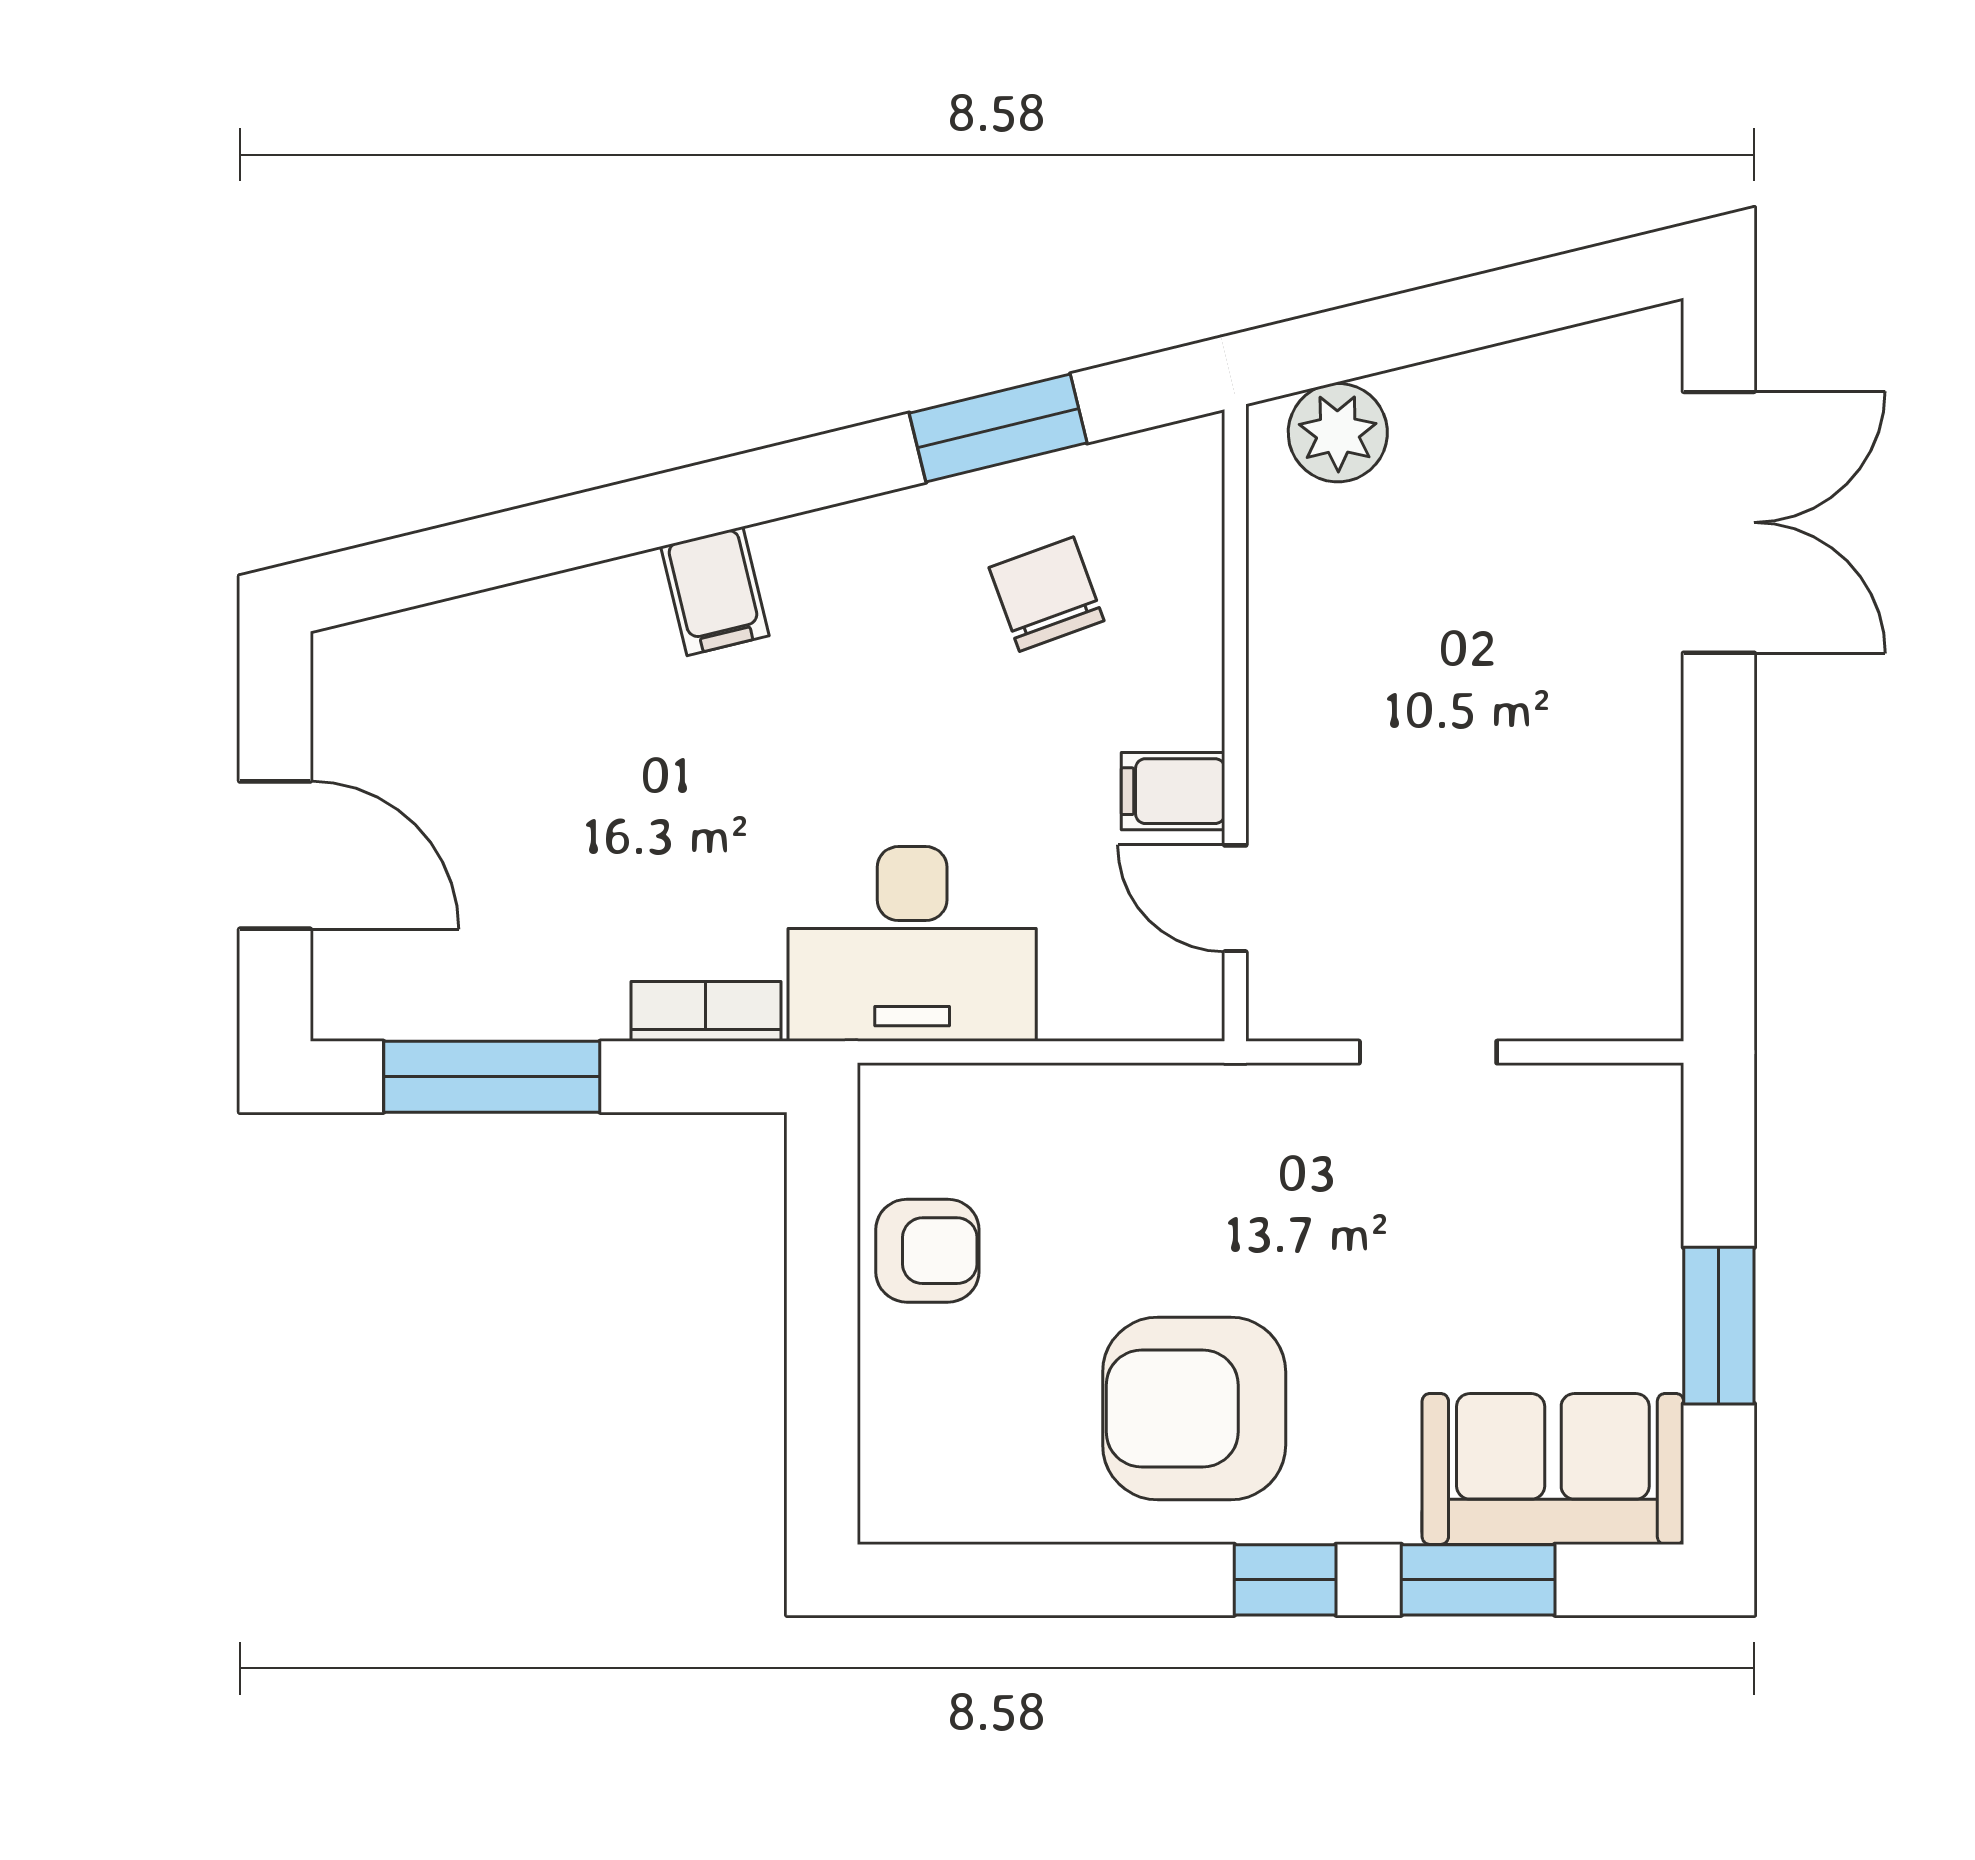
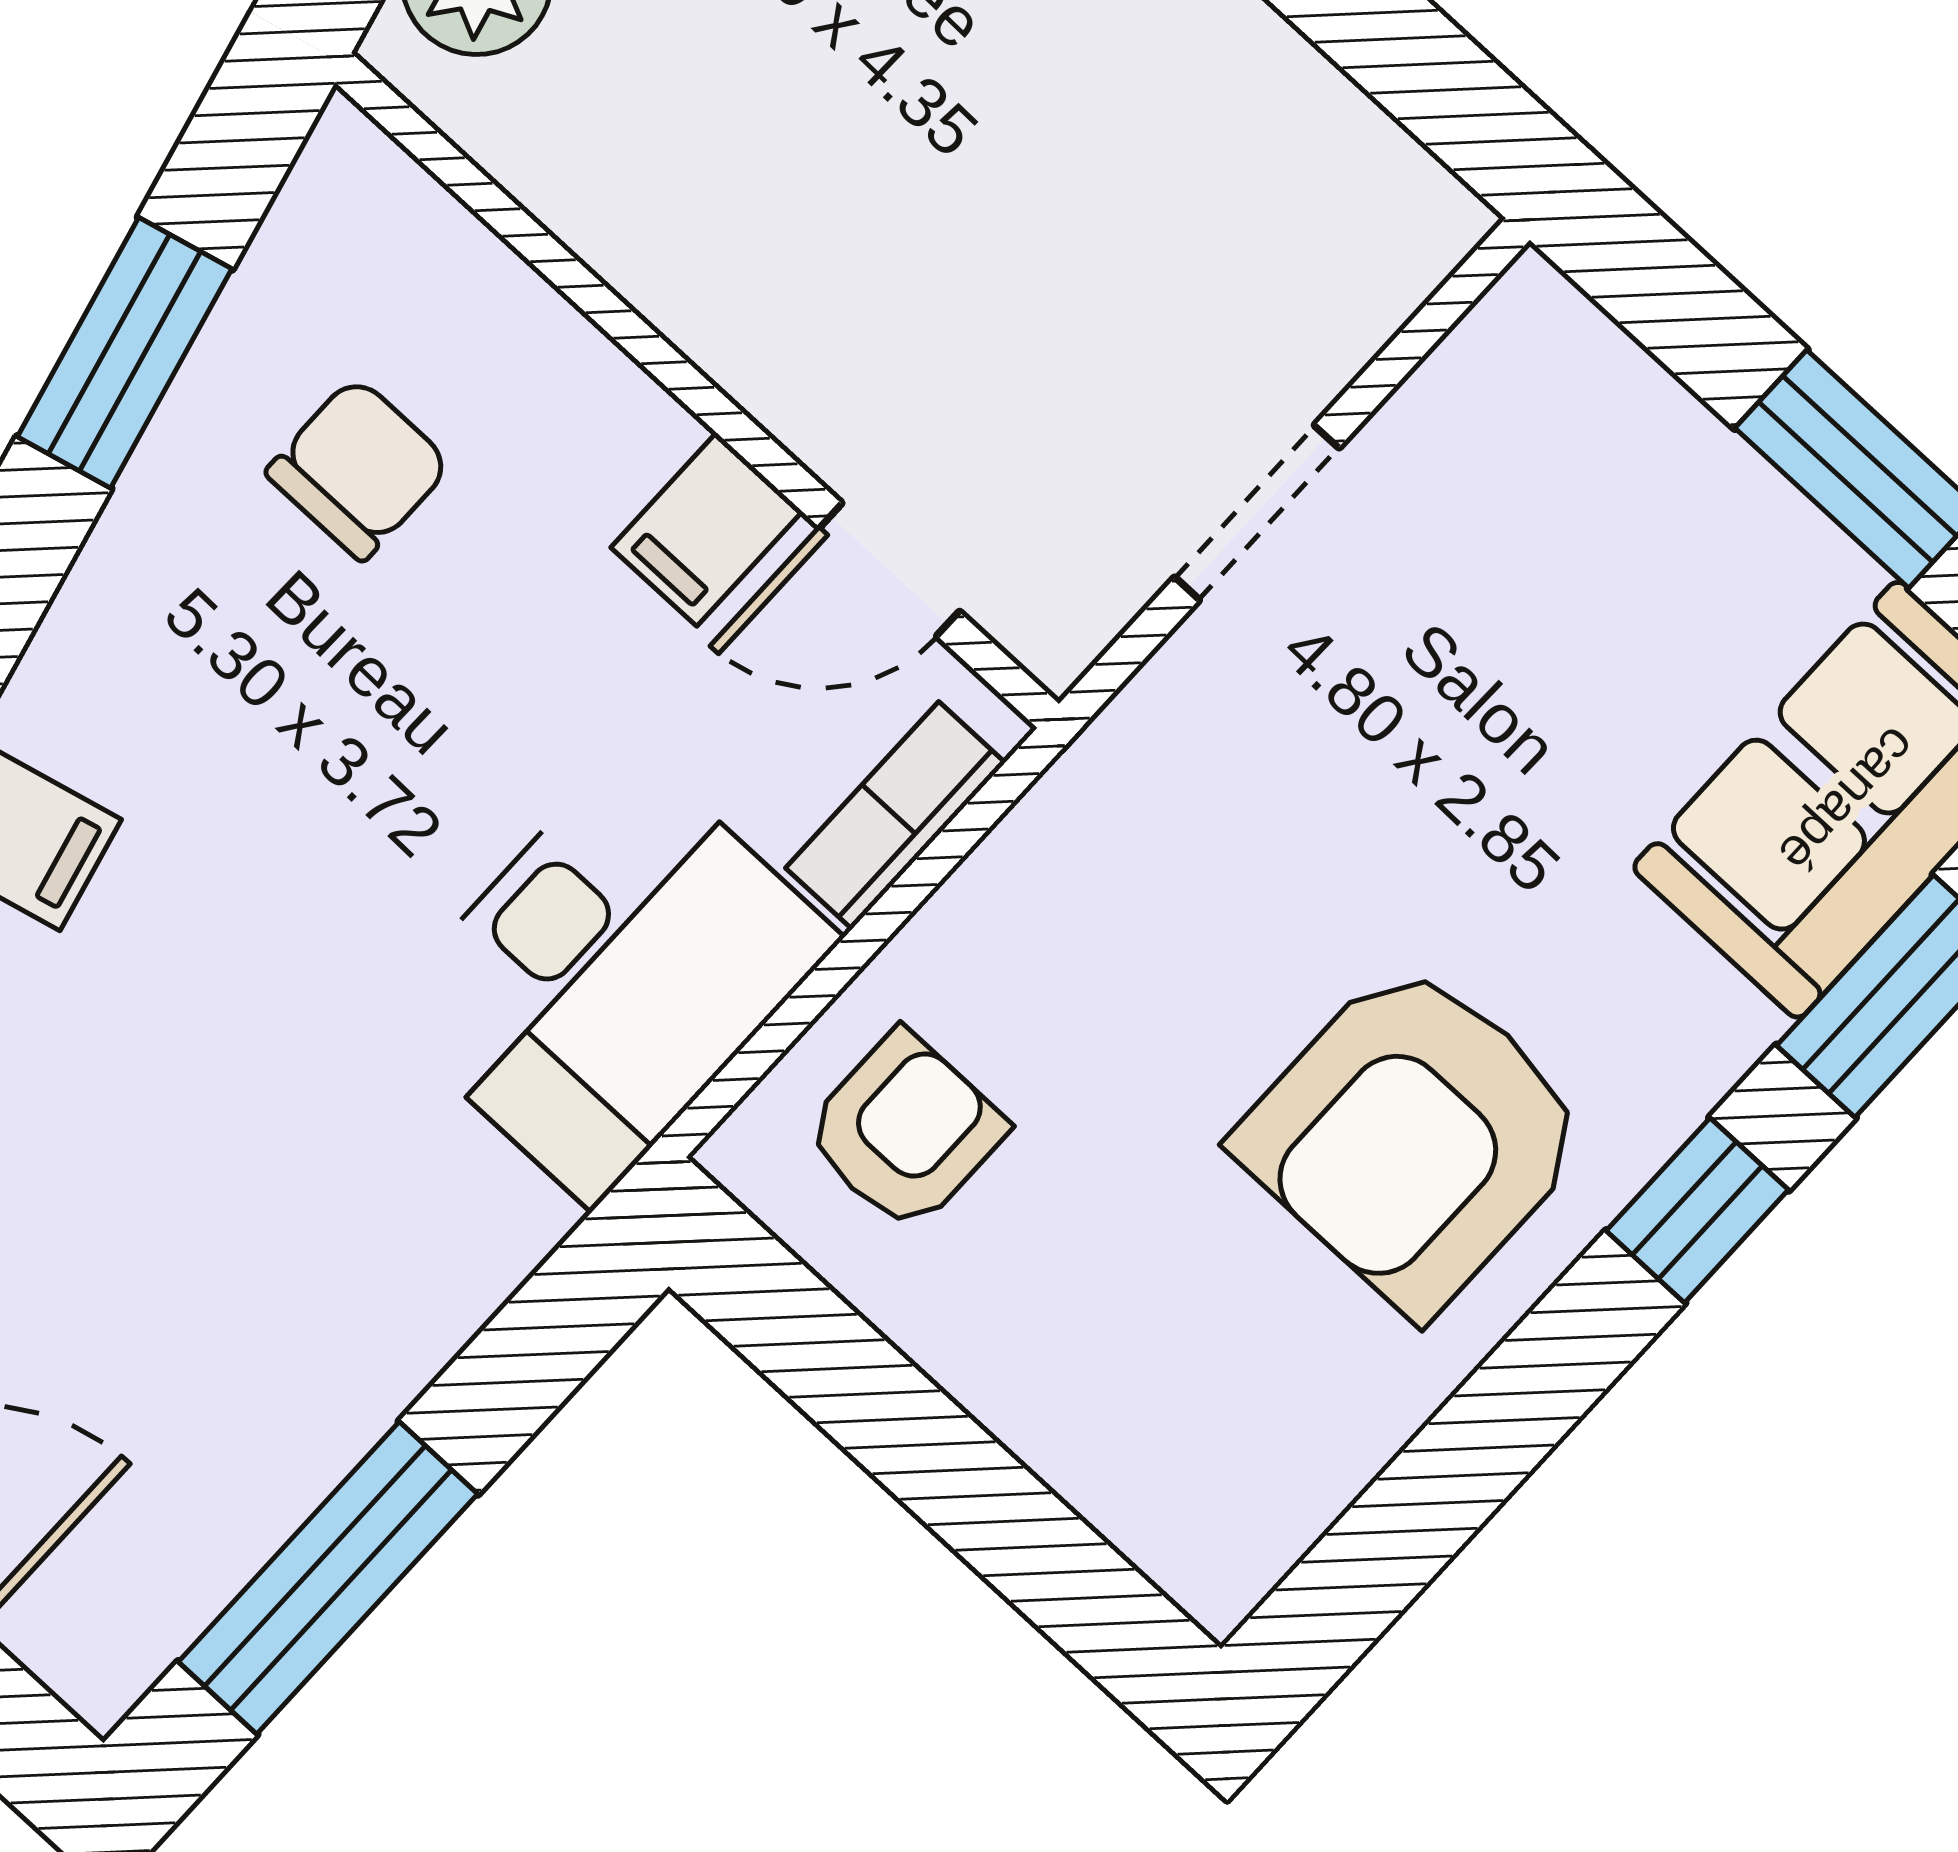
chair: (1046, 594) -> (359, 469), turned 110
bookcase: (706, 1011) -> (895, 815), moved
armchair: (927, 1251) -> (905, 1131), moved

